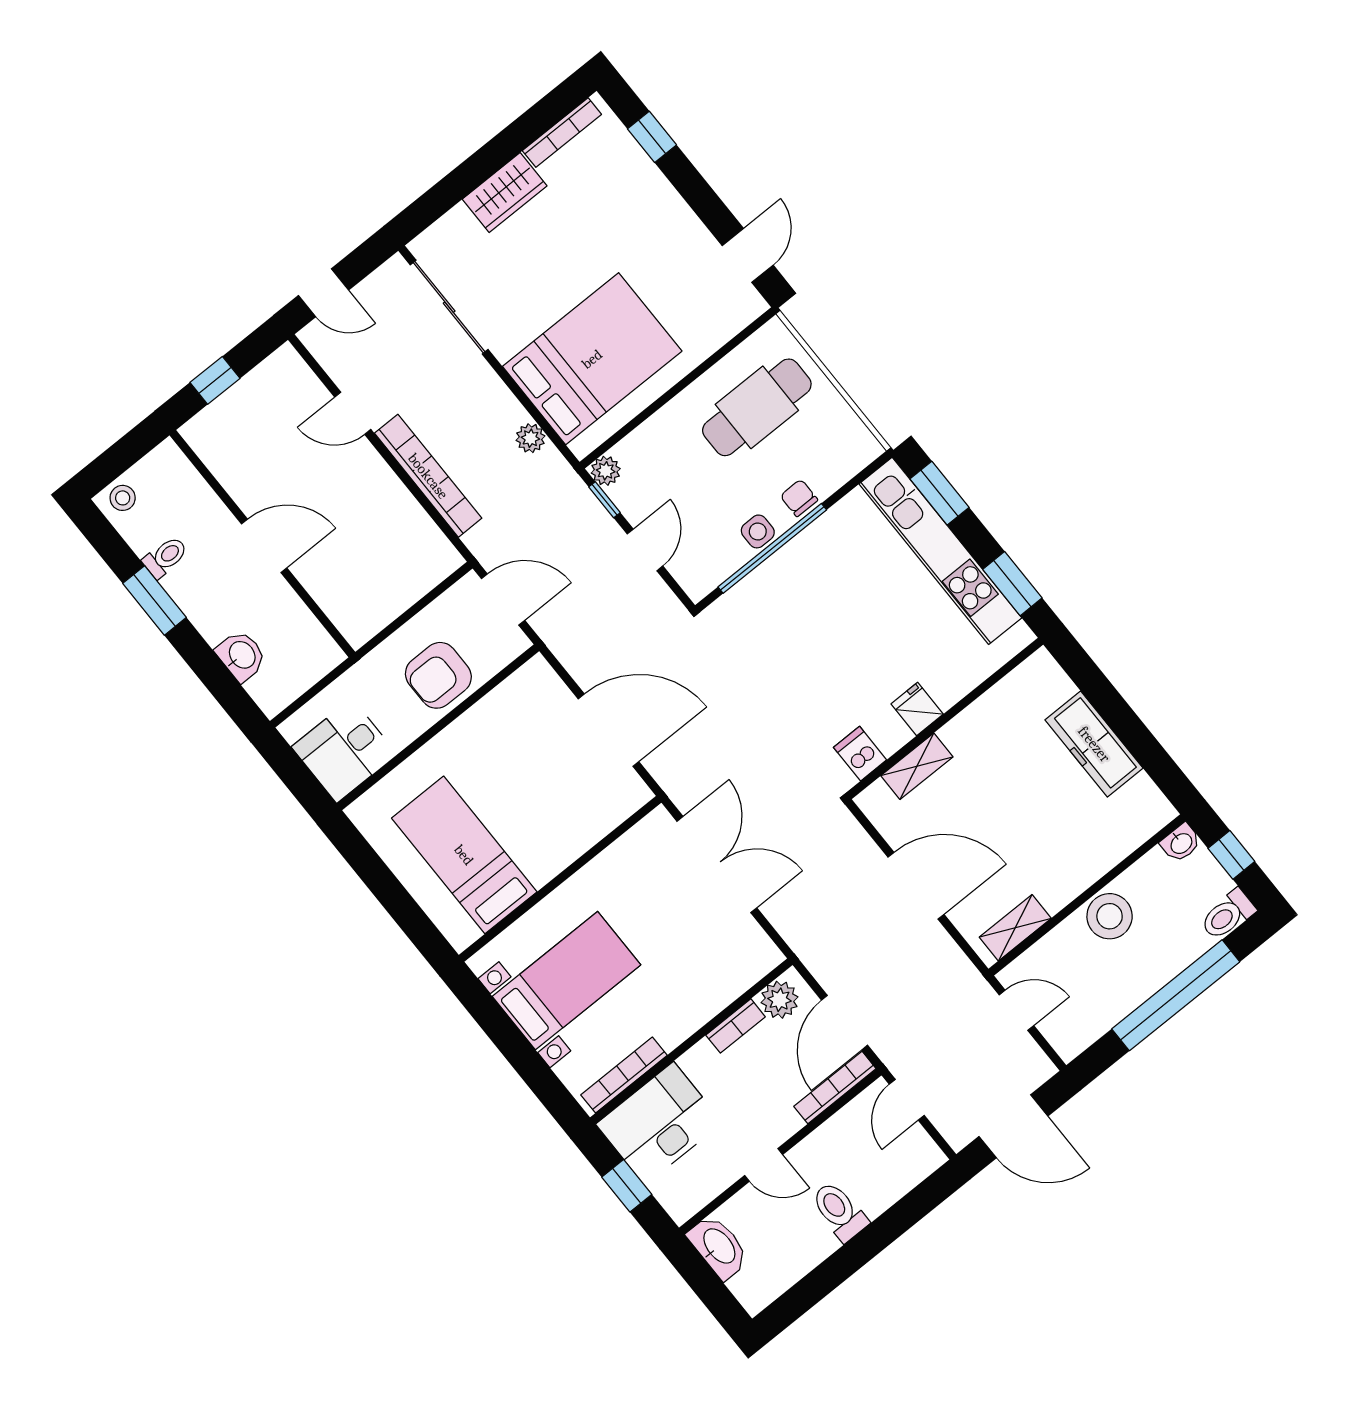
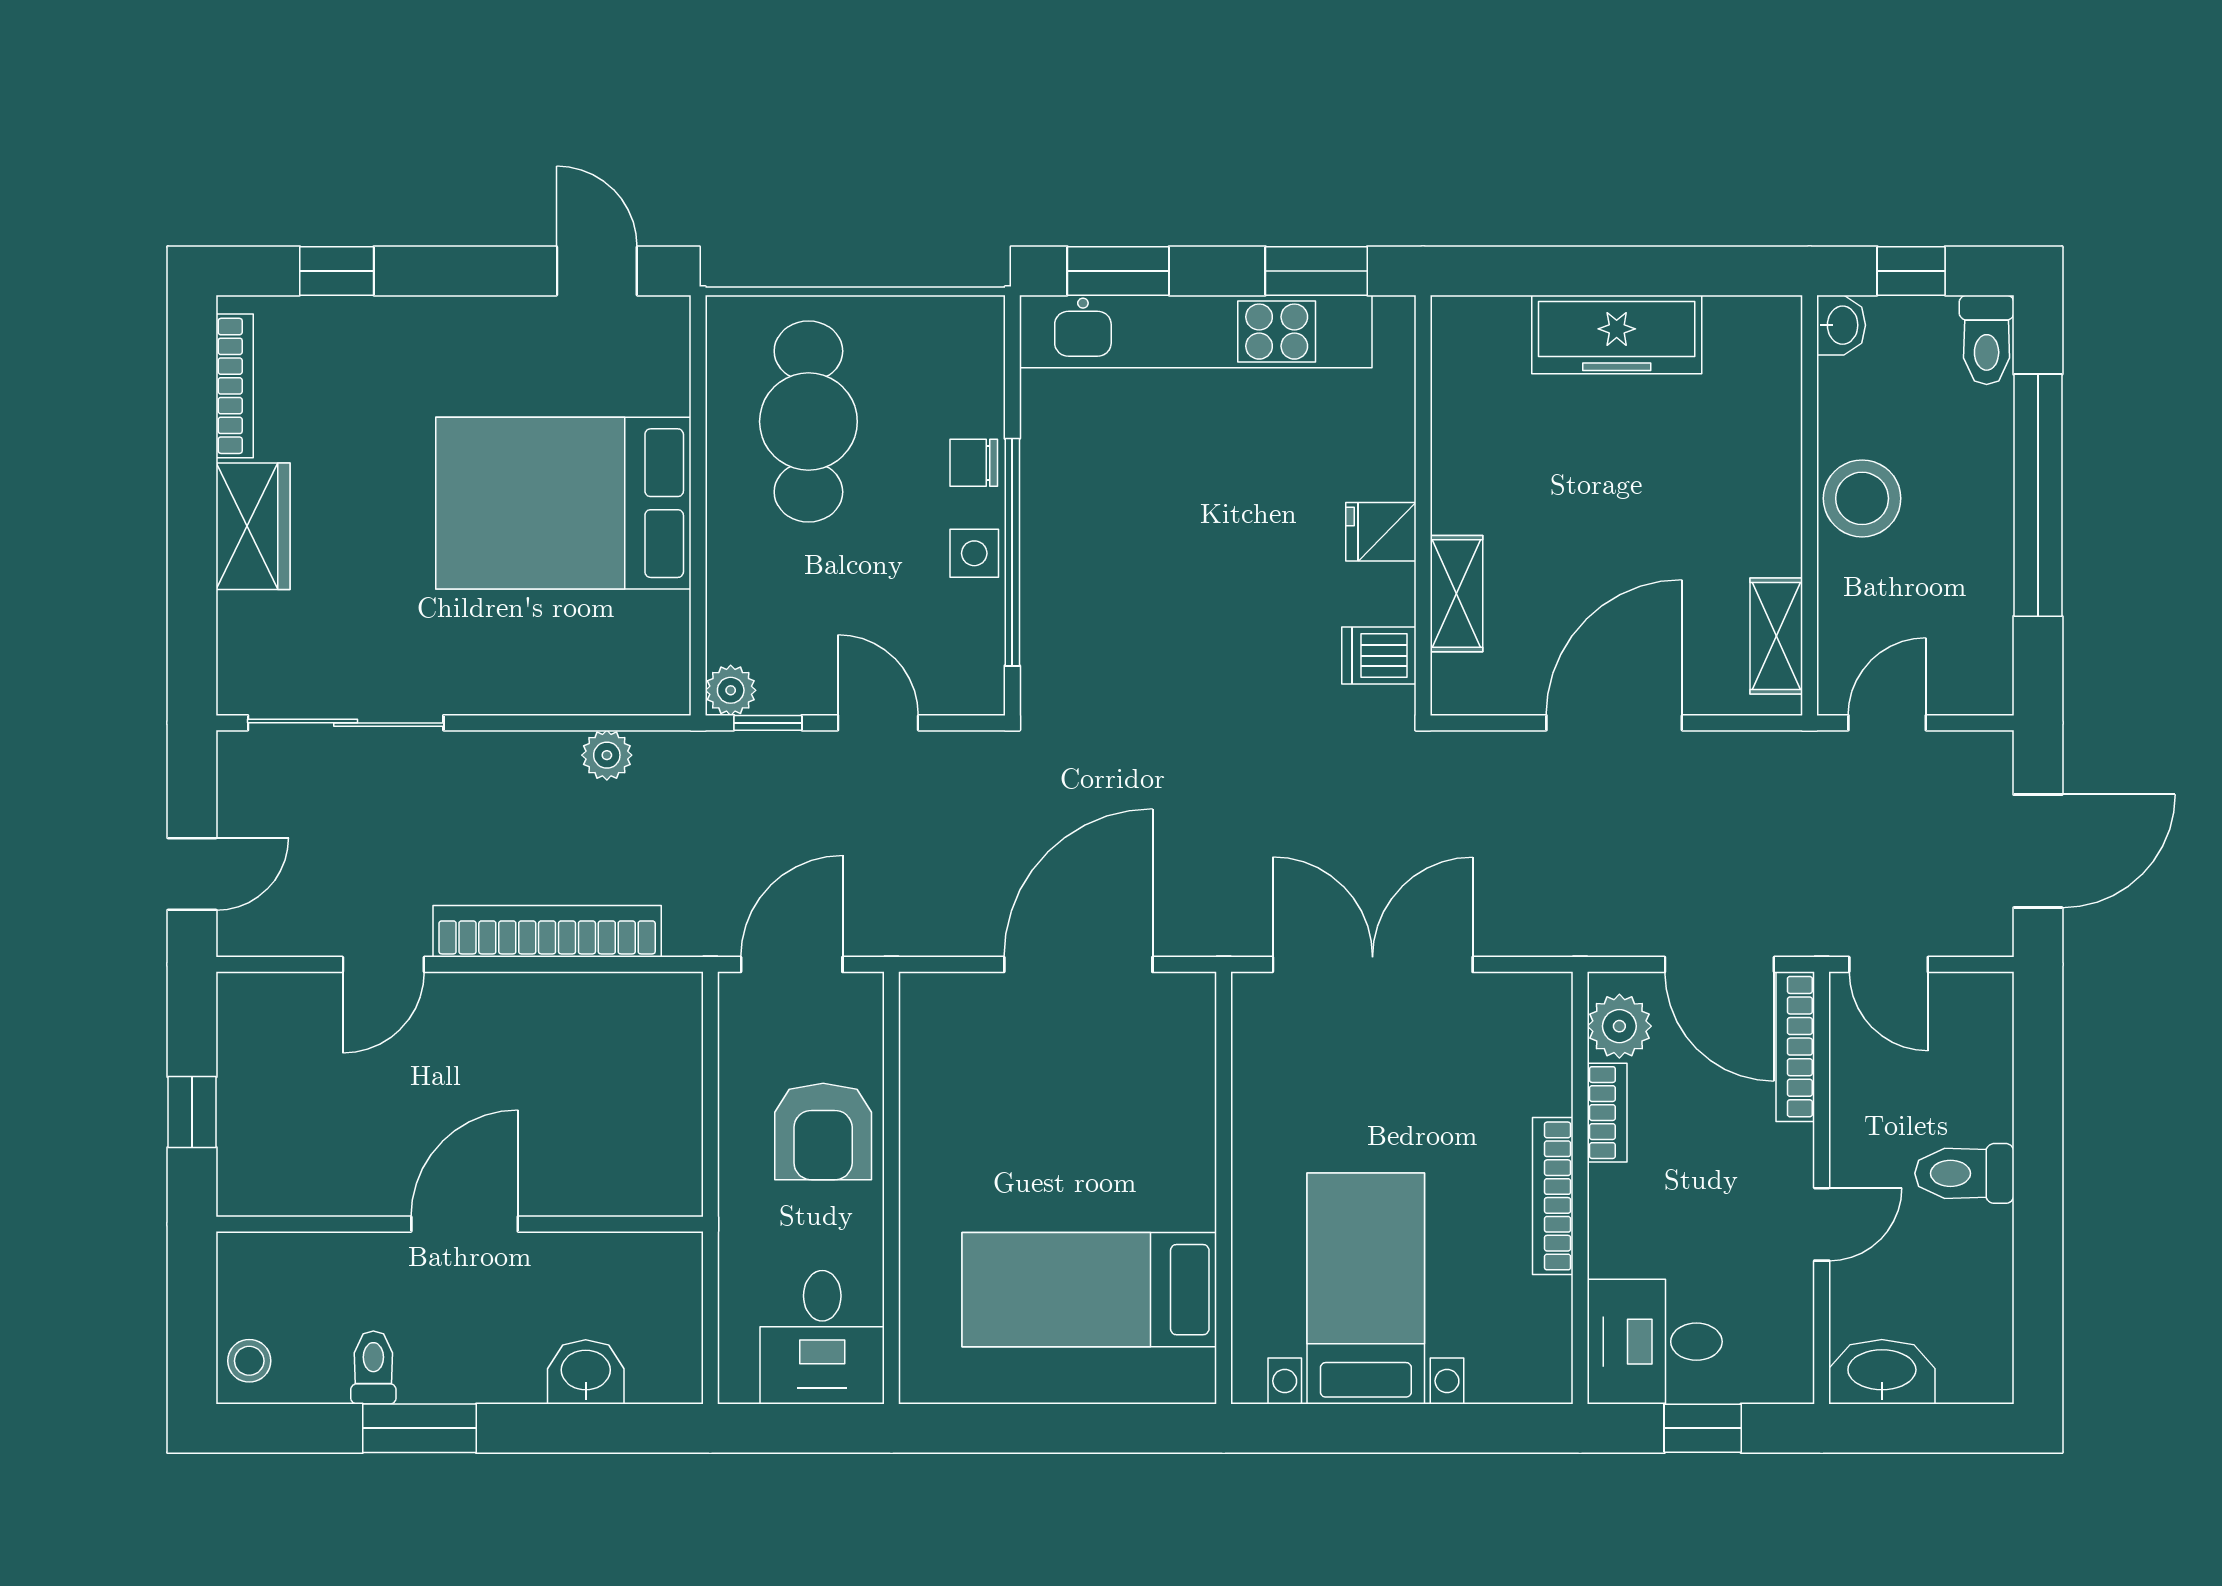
bed: (592, 359) -> (563, 503), moved, turned -90
bookcase: (624, 1075) -> (1553, 1196), moved
desk: (659, 1123) -> (1655, 1342), width x0.73

